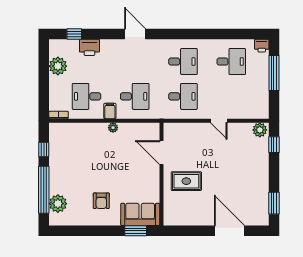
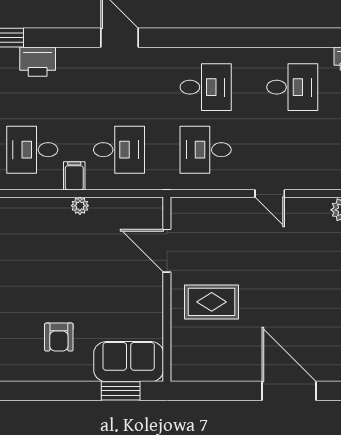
desk: (183, 96) -> (206, 150), turned 180

